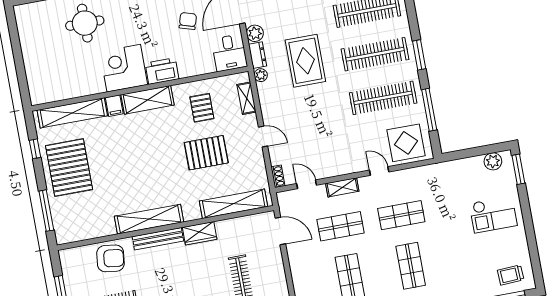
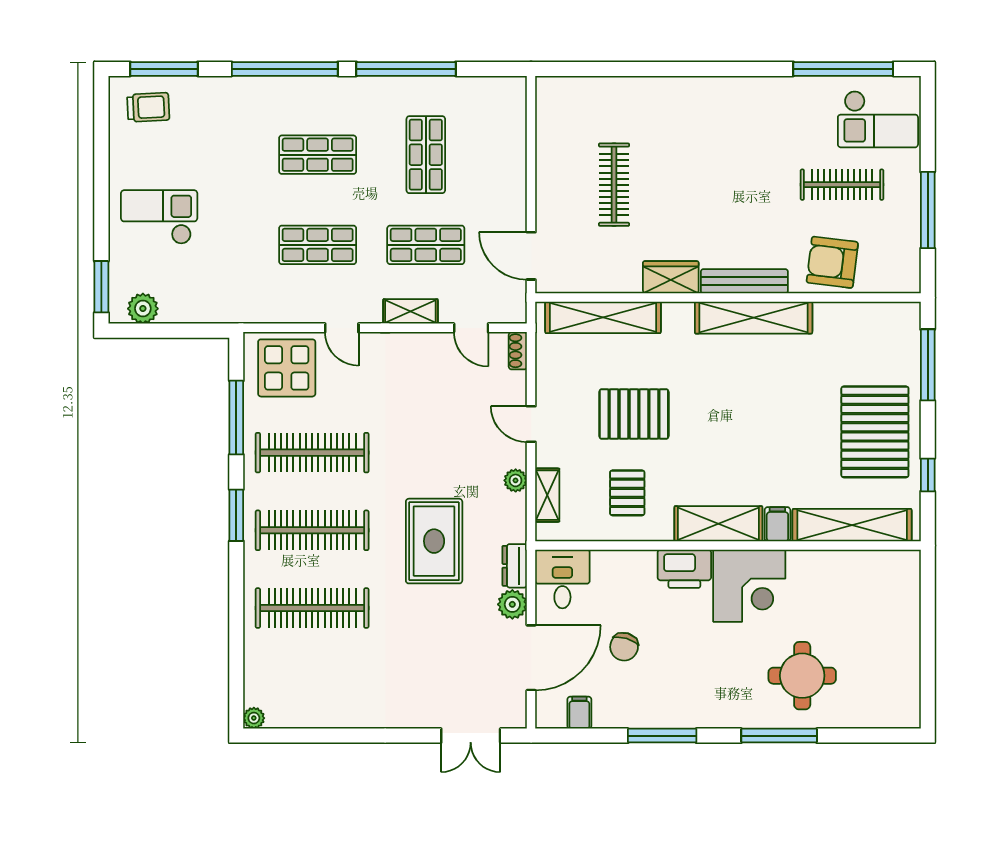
plant: (261, 75) -> (516, 480), moved
shop shelf: (411, 266) -> (318, 155), turned 90

